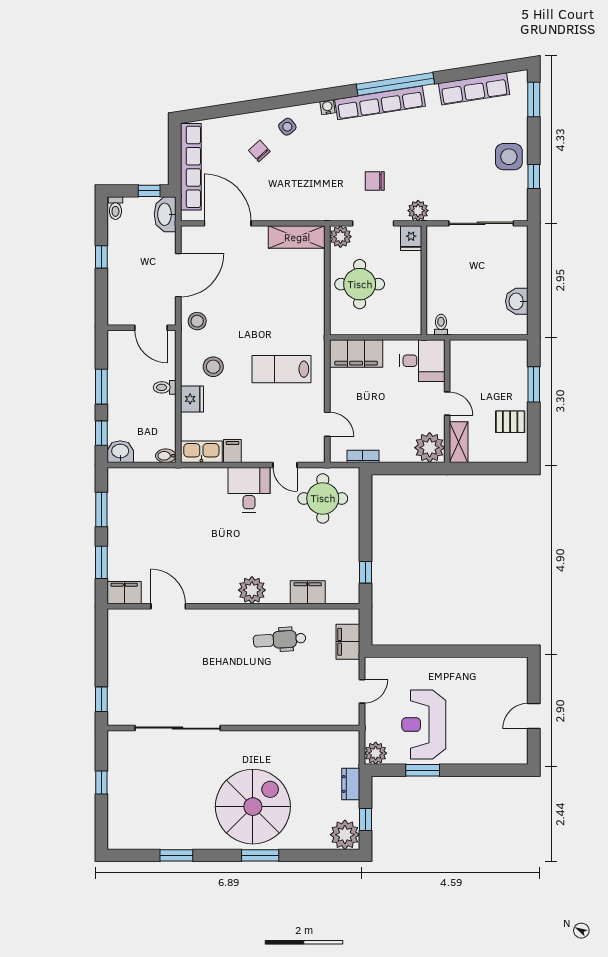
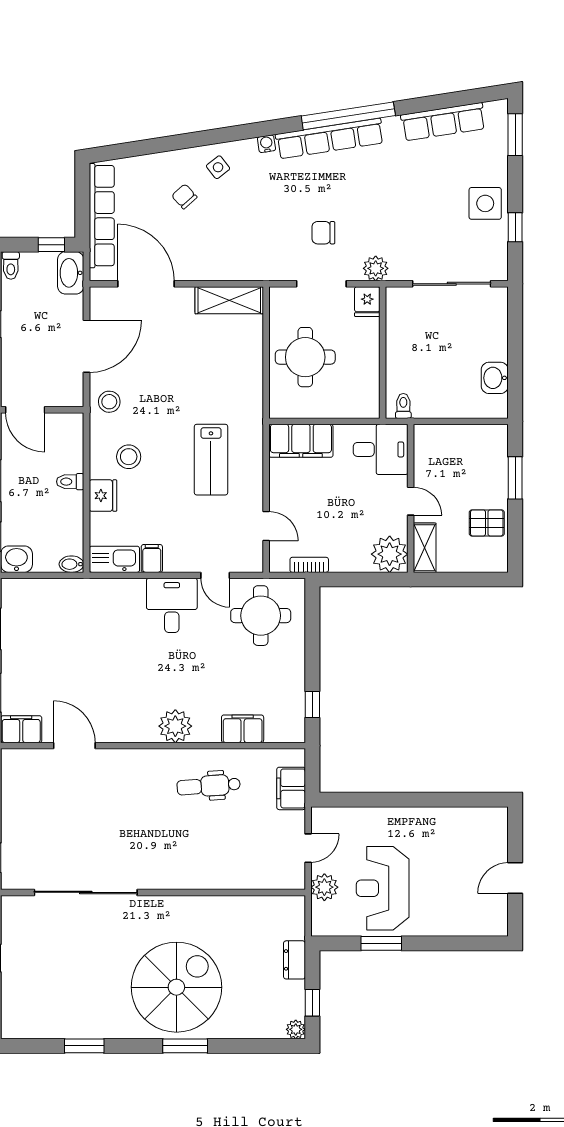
plant: (340, 237) -> (282, 300), removed
door: (151, 328) -> (25, 410), moved
lab bench: (281, 369) -> (211, 460), turned -90
plant: (376, 753) -> (324, 887), moved
plant: (345, 835) -> (296, 1029), width x0.53, depth x0.53

